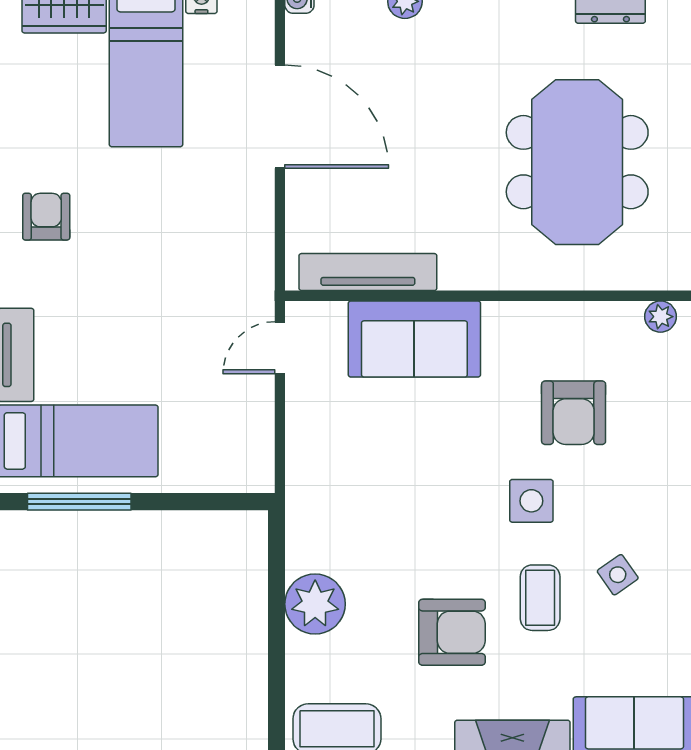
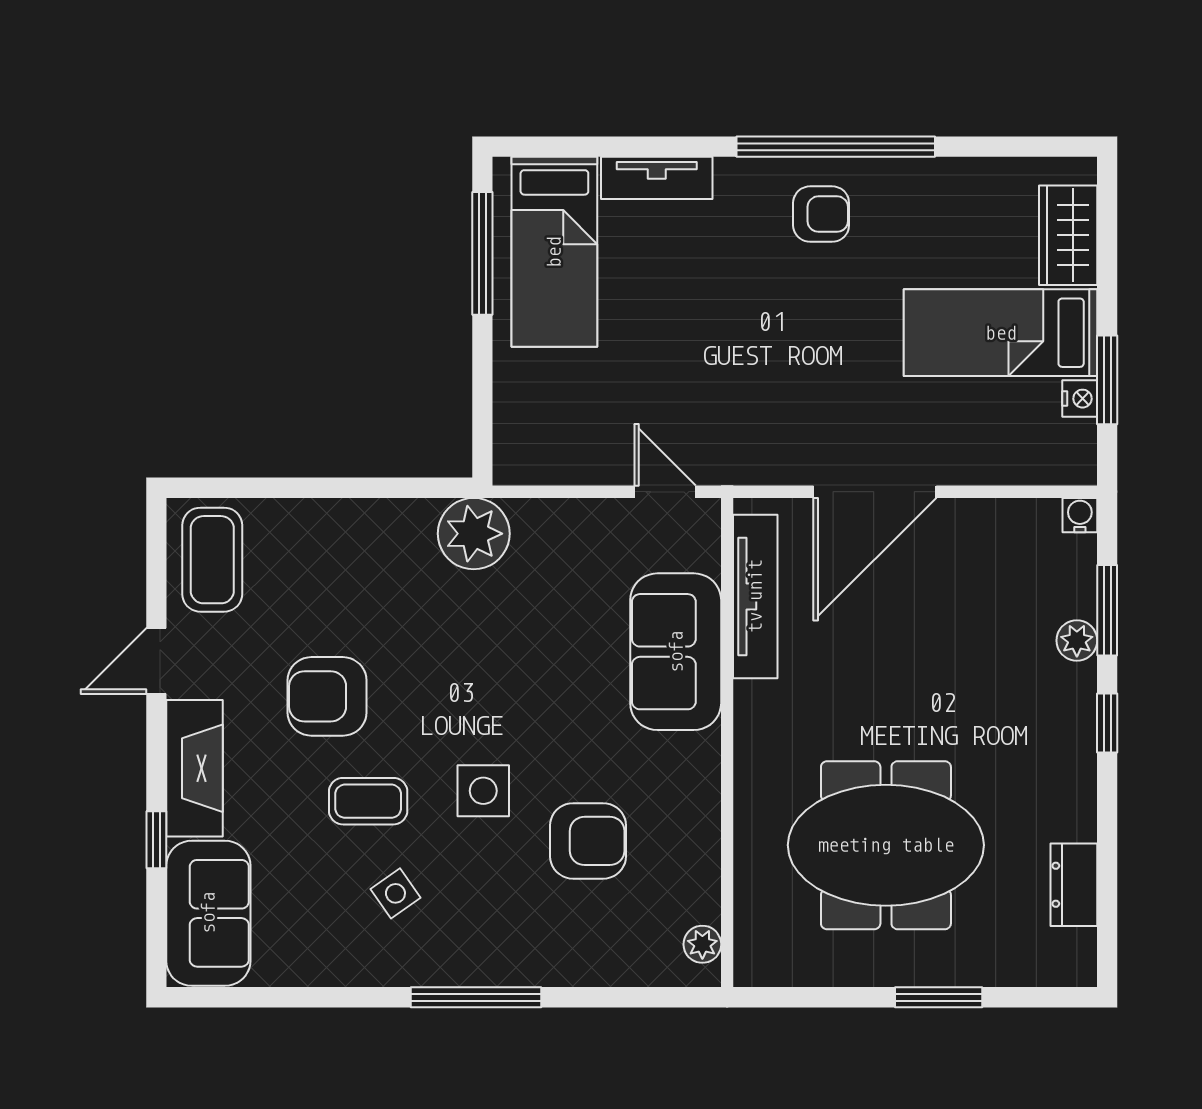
door: (280, 117) -> (875, 492), moved
armchair: (574, 413) -> (588, 841), turned 180
plant: (315, 604) -> (474, 534), moved
armchair: (452, 632) -> (327, 696), turned 90

